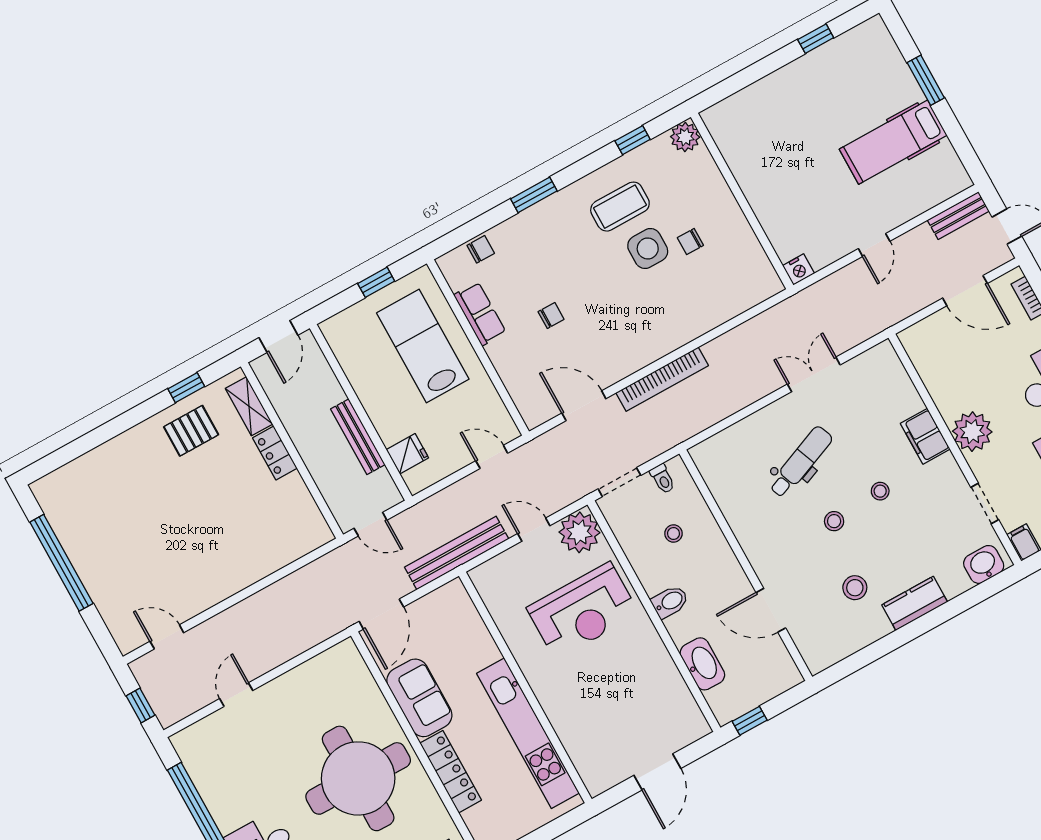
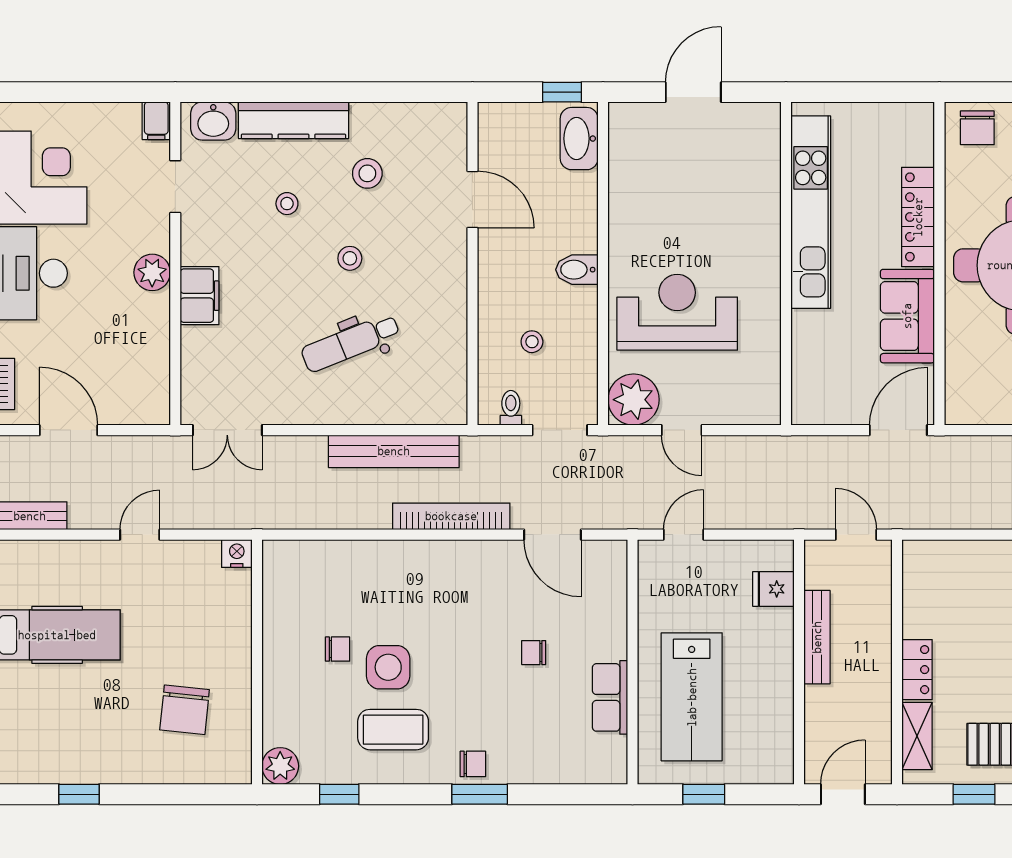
chair: (774, 139) -> (185, 710), added
chair: (481, 249) -> (473, 764), moved, turned 180
double door: (814, 374) -> (227, 430), moved
plant: (972, 432) -> (152, 272), width x0.73, depth x0.73
door: (492, 457) -> (683, 535), swing flipped
stool: (880, 491) -> (287, 204), moved
bench: (457, 553) -> (394, 451), moved
kitchen counter: (915, 603) -> (293, 120), width x1.50
washbasin: (702, 664) -> (579, 139), moved

